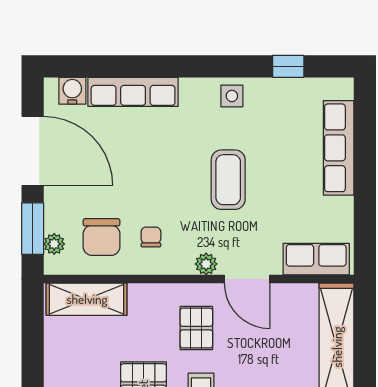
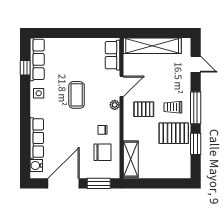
row of seats: (339, 148) -> (37, 59), moved, turned -90
coffee table: (228, 180) -> (77, 95), turned 90
plant: (54, 244) -> (106, 174), removed

